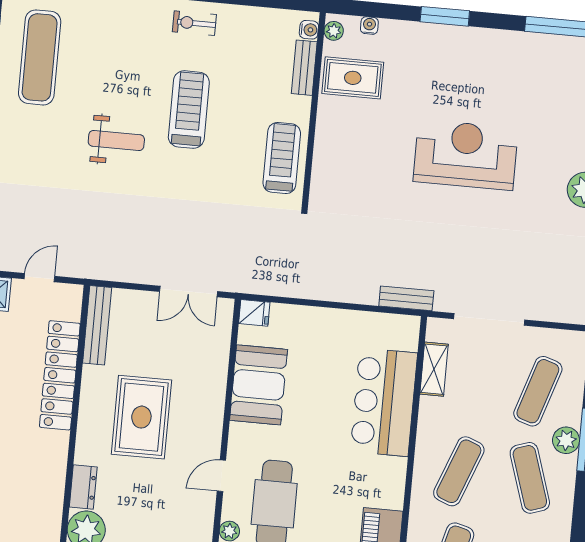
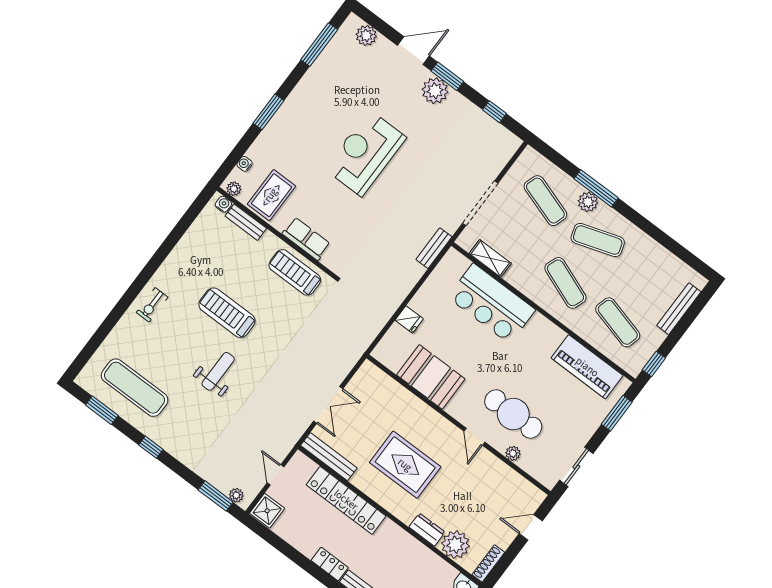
exercise bike: (194, 23) -> (152, 305), moved
row of seats: (328, 147) -> (306, 239), added
double door: (189, 291) -> (328, 405), moved
fridge: (254, 313) -> (409, 320), moved, turned 90

